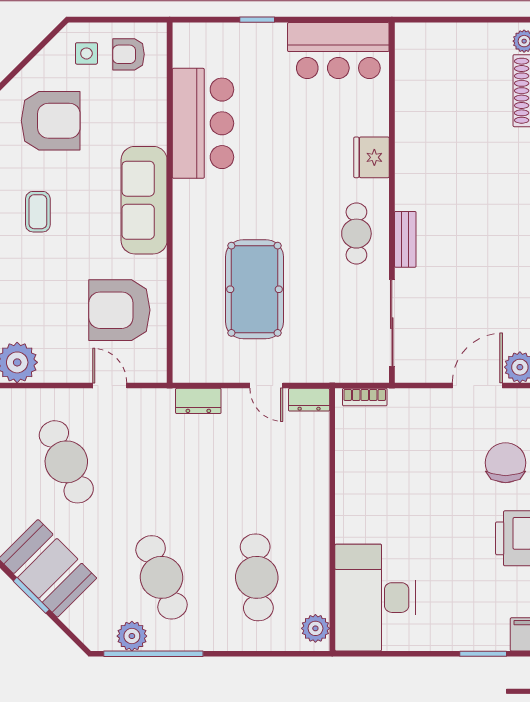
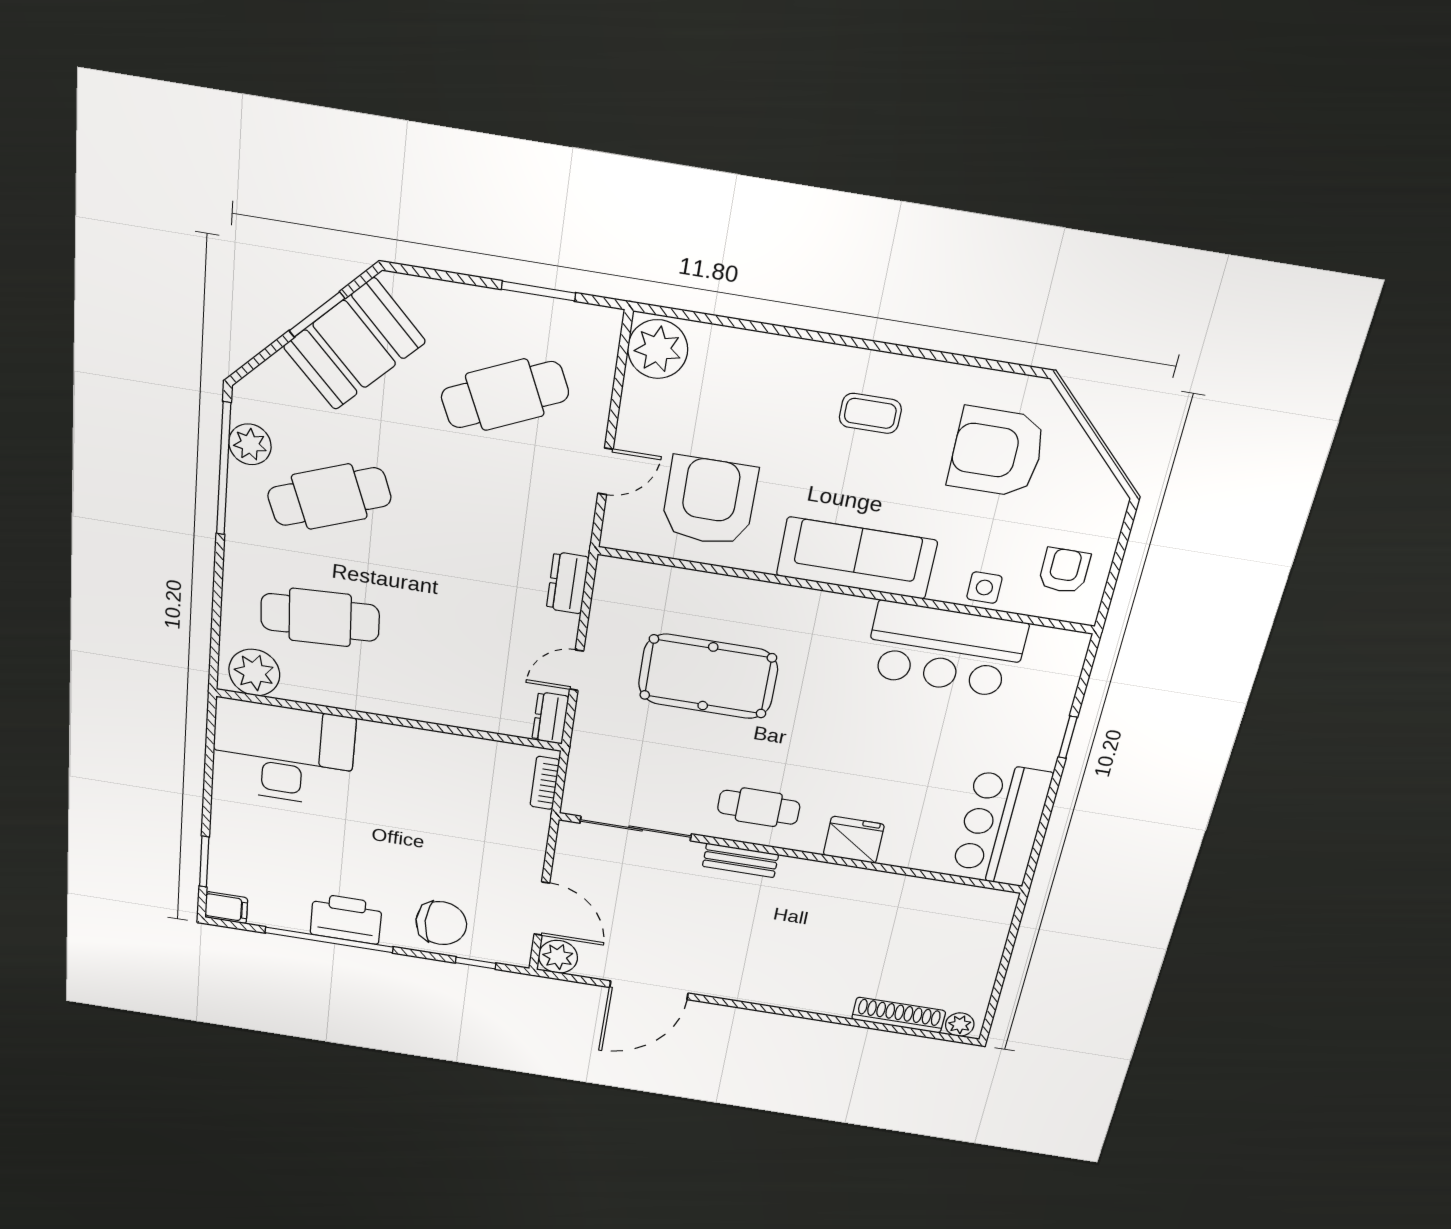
side table: (86, 53) -> (984, 588), moved
armchair: (51, 121) -> (997, 452), turned 90
plant: (315, 628) -> (254, 672), width x1.36, depth x1.36

